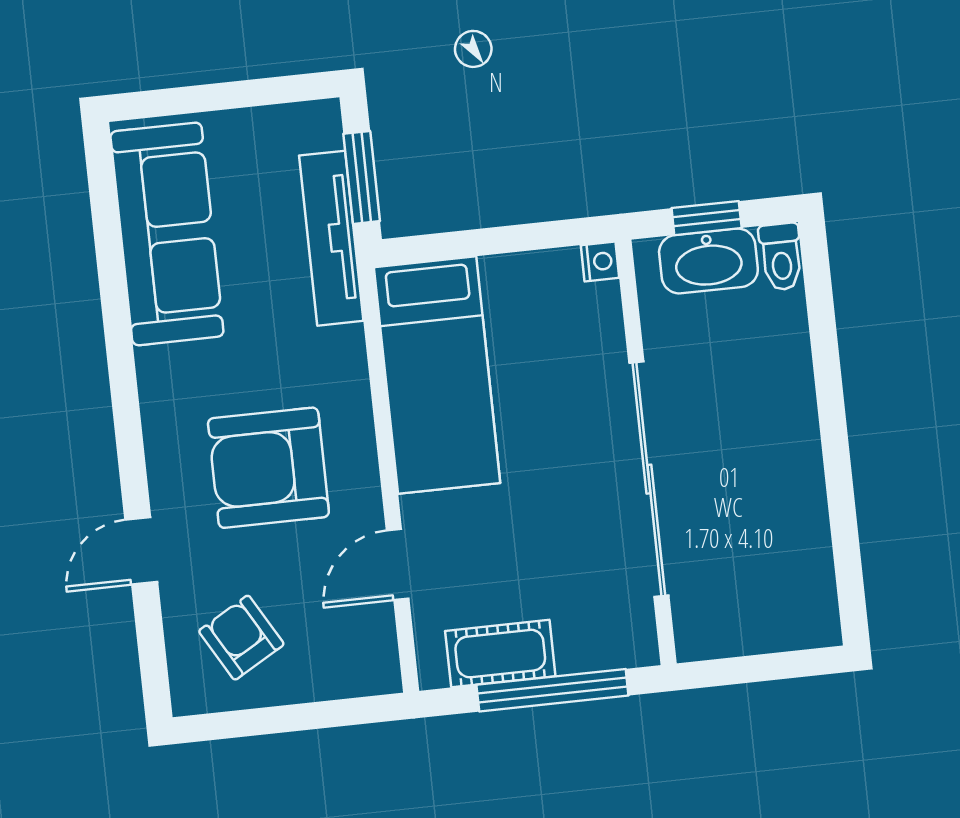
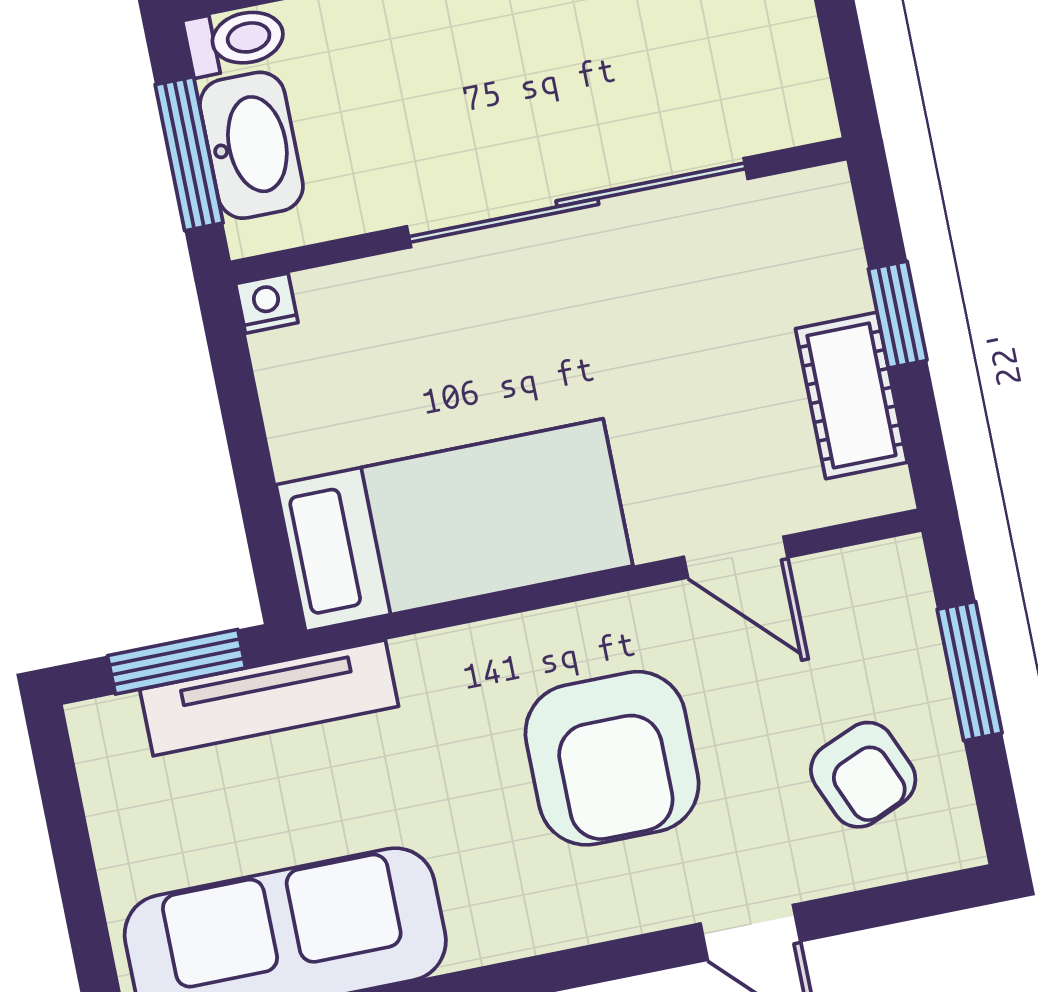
window: (707, 218) -> (189, 154), width x1.50
armchair: (241, 638) -> (863, 775), turned -83
window: (552, 690) -> (898, 315), width x0.46
window: (305, 717) -> (970, 671), added

